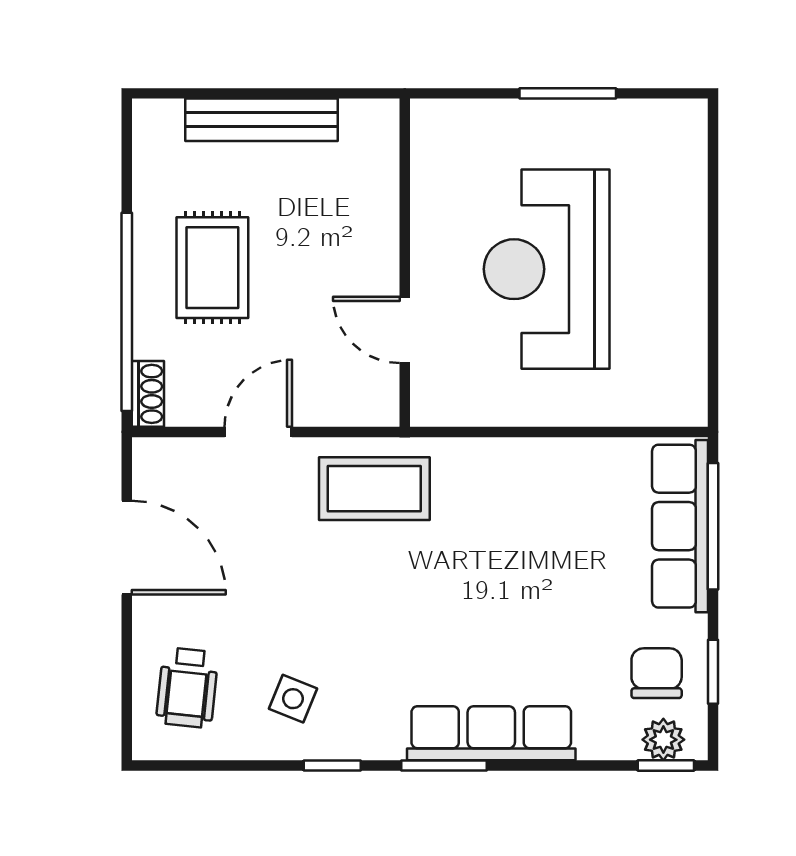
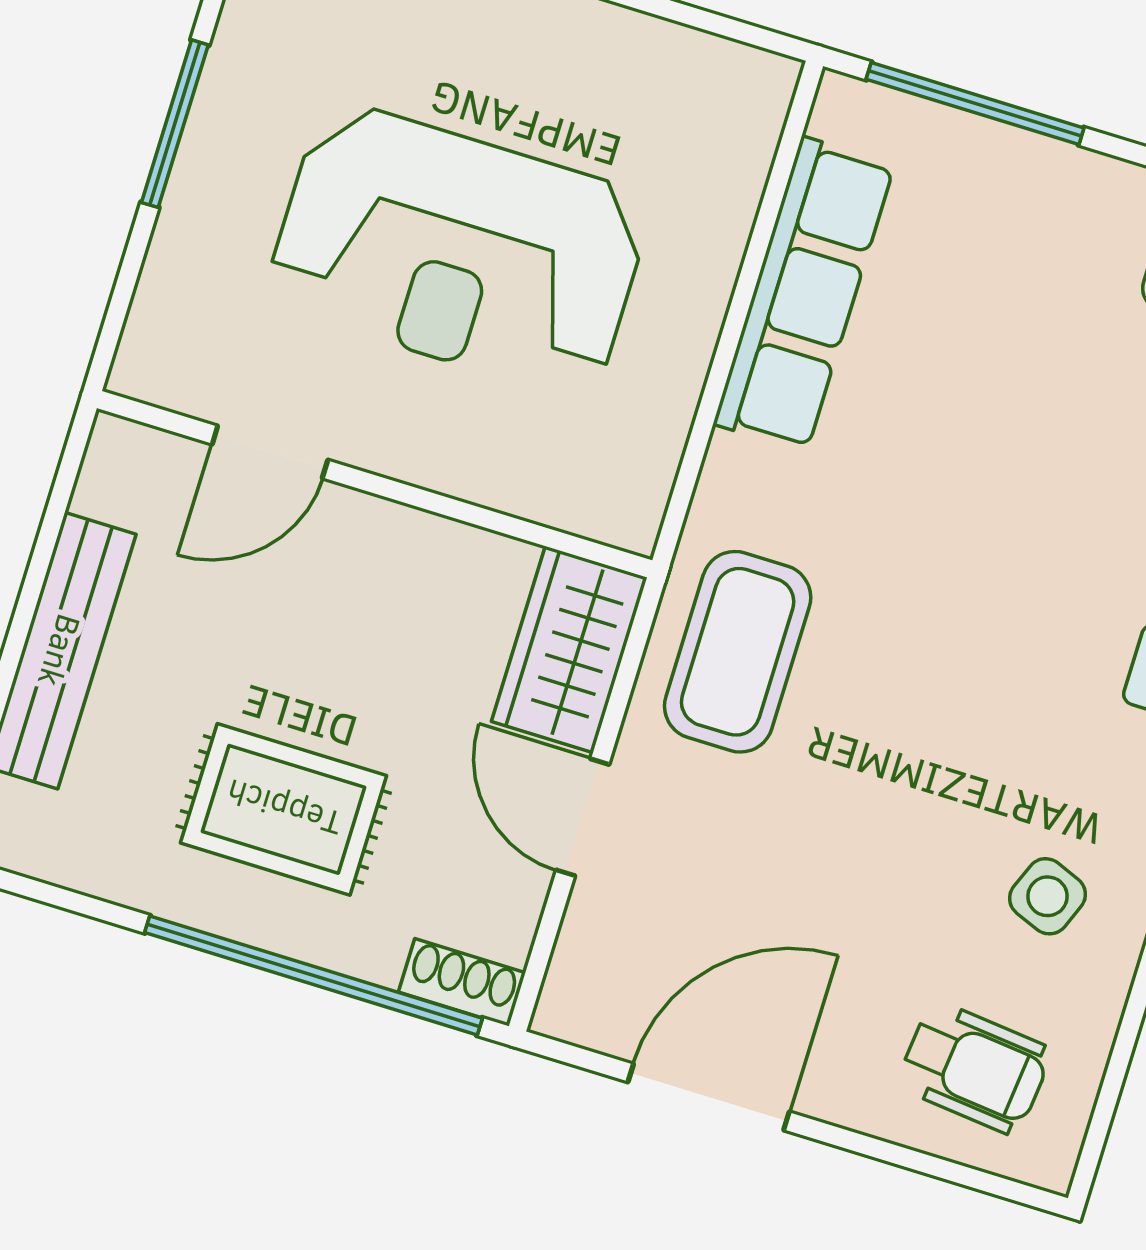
door: (405, 330) -> (270, 452), moved
wardrobe: (347, 397) -> (569, 650), added
row of seats: (680, 526) -> (804, 294), moved, turned -90

